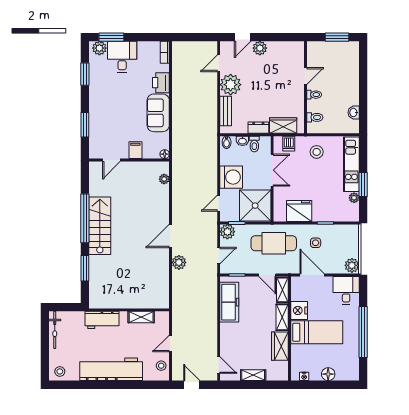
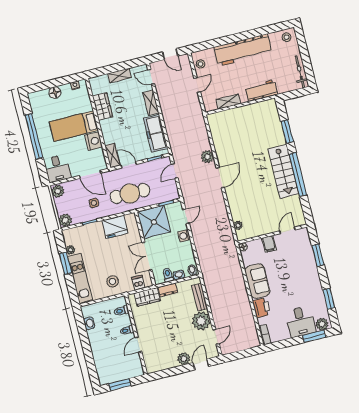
washing machine: (231, 177) -> (184, 236), width x0.53, depth x0.53
plant: (227, 232) -> (65, 220), moved
shelving: (282, 317) -> (151, 103), moved

